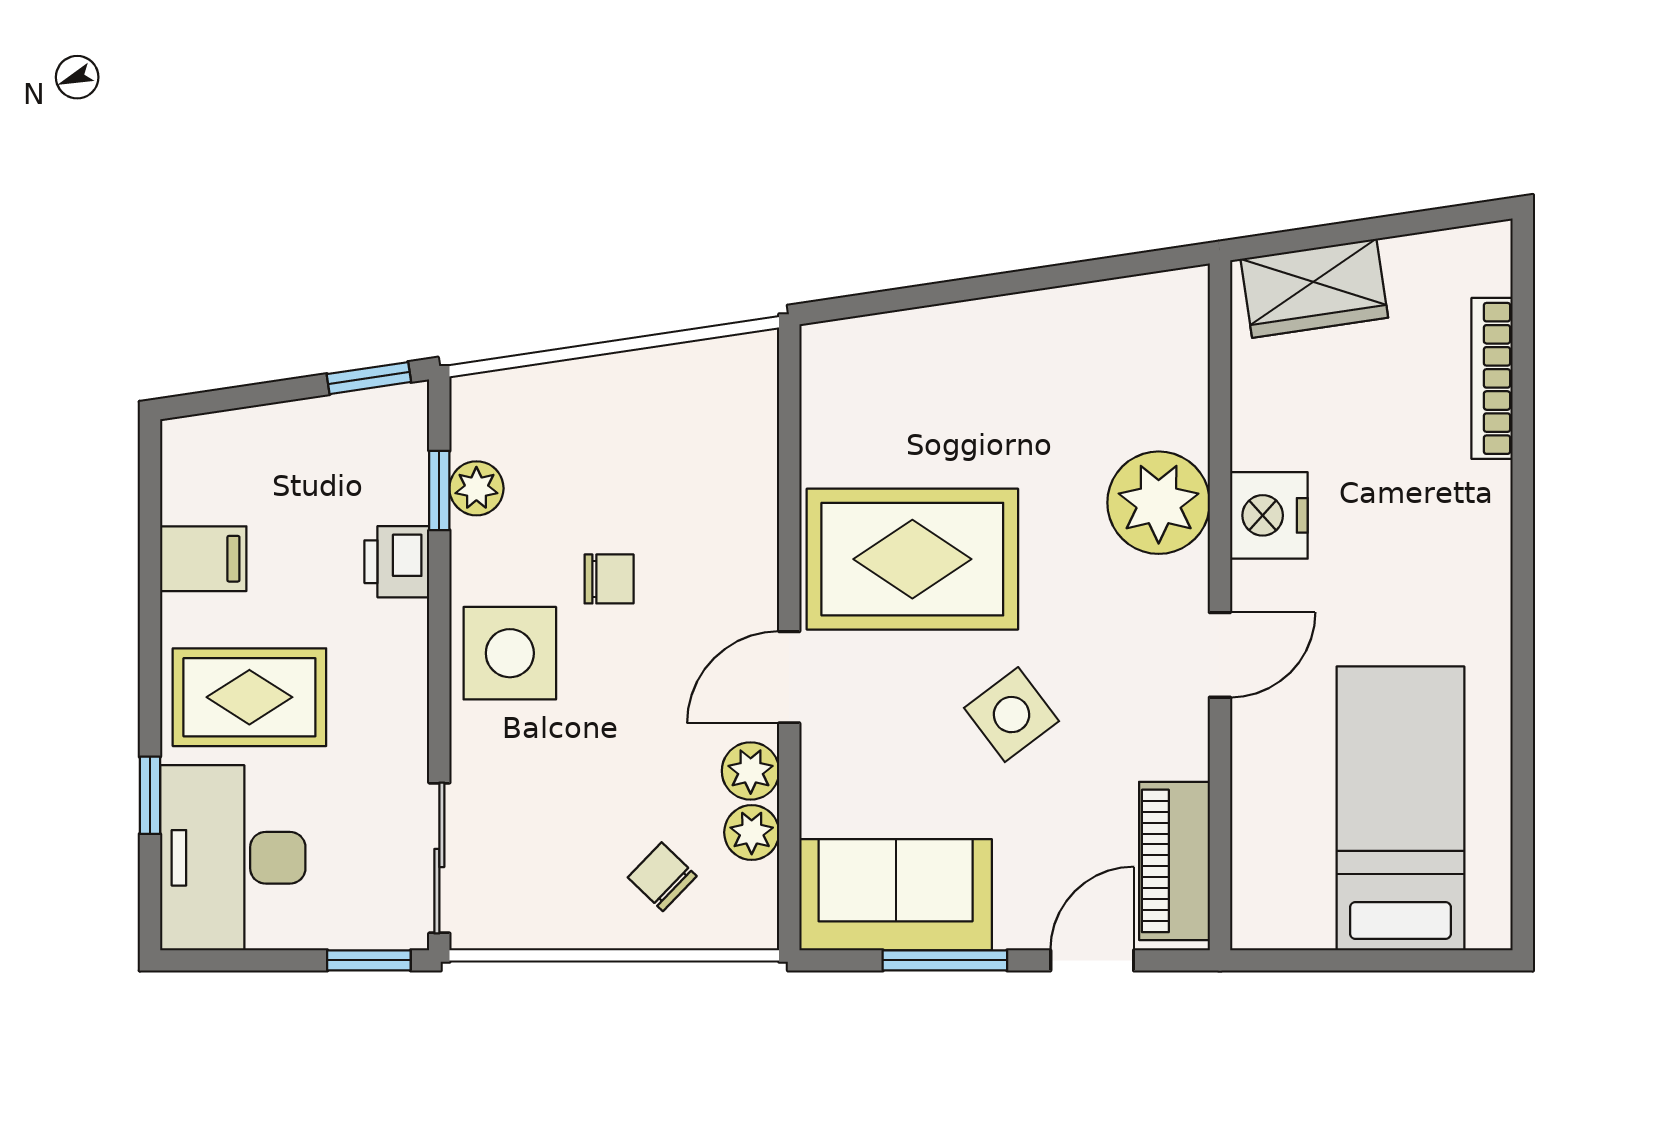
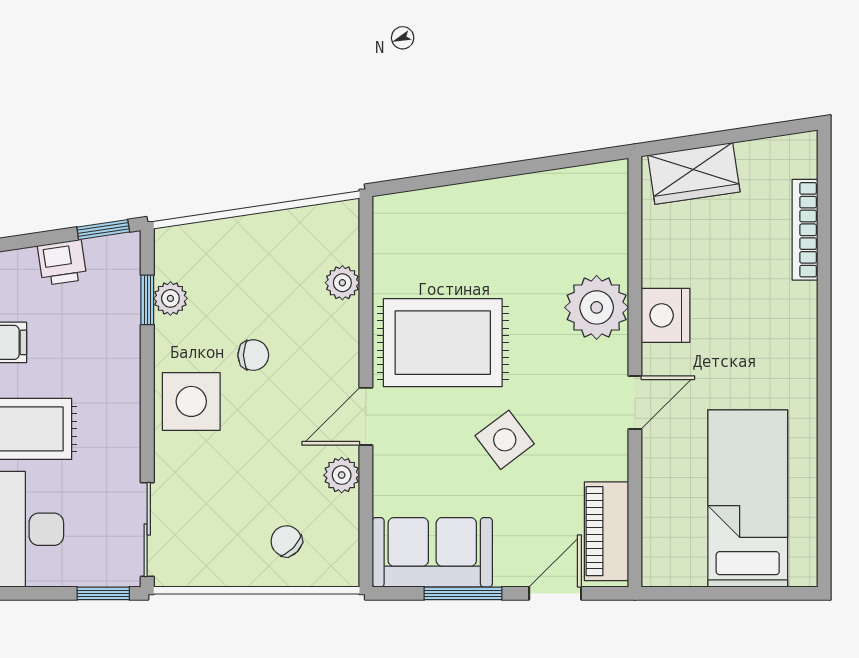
printer: (397, 562) -> (62, 262), moved, turned -98
plant: (752, 832) -> (342, 283), moved

